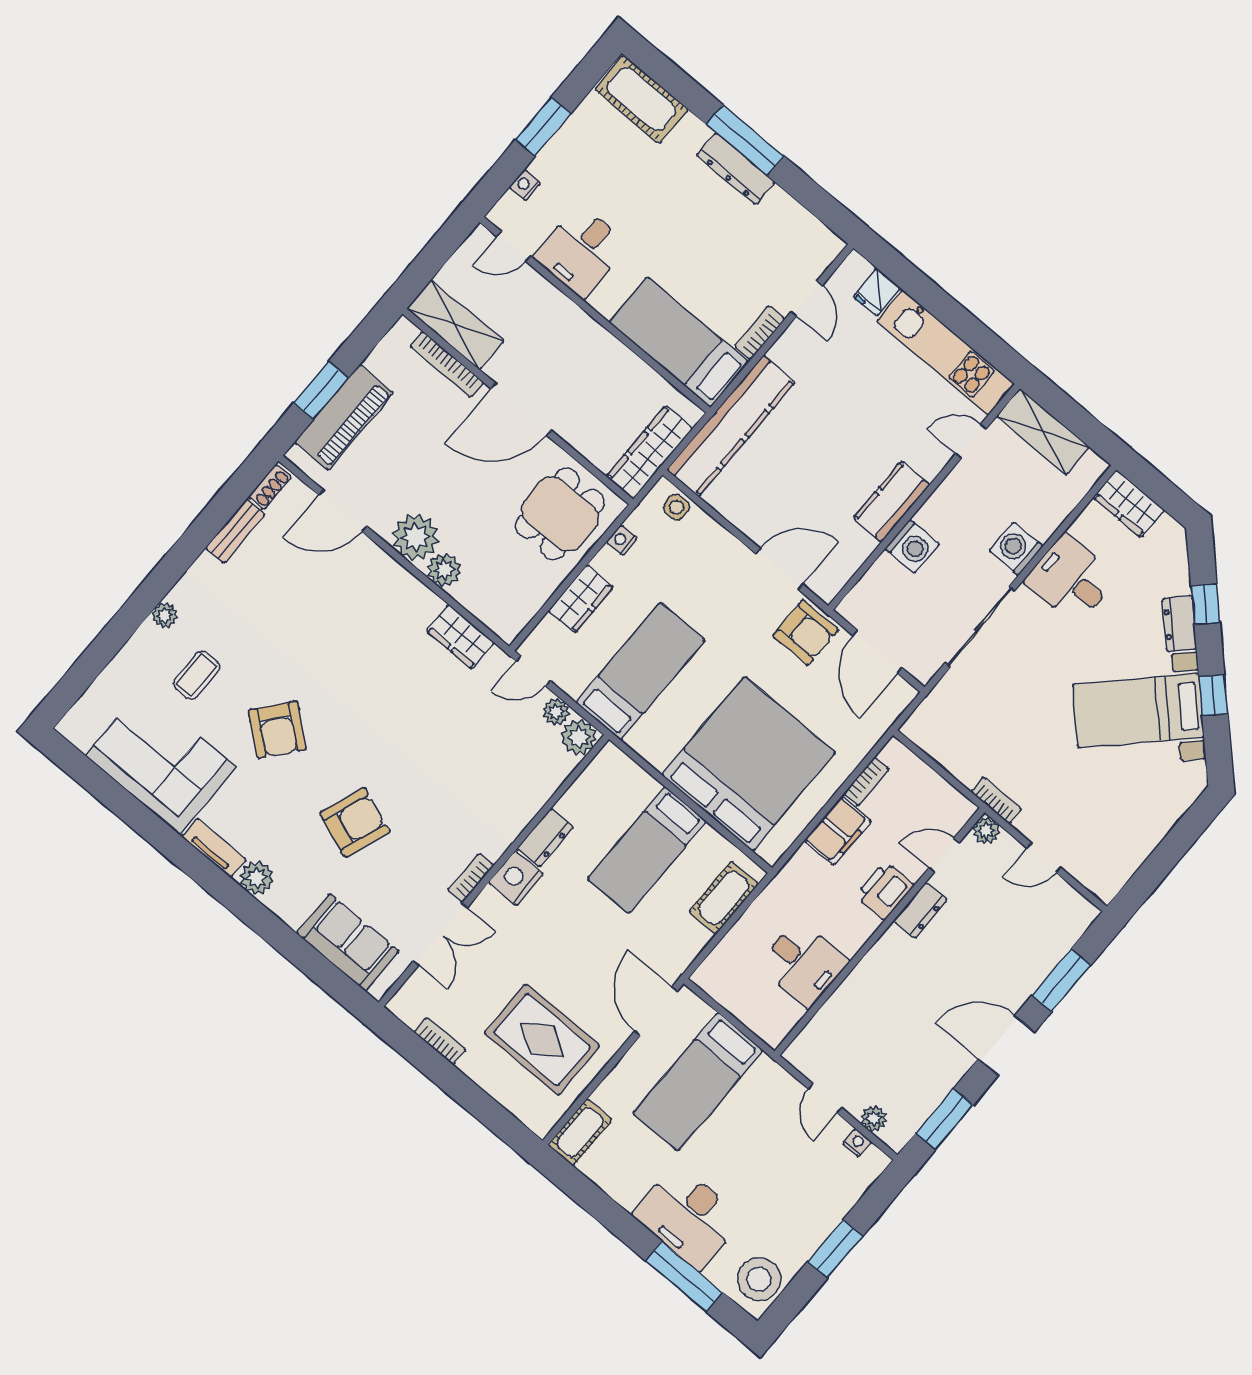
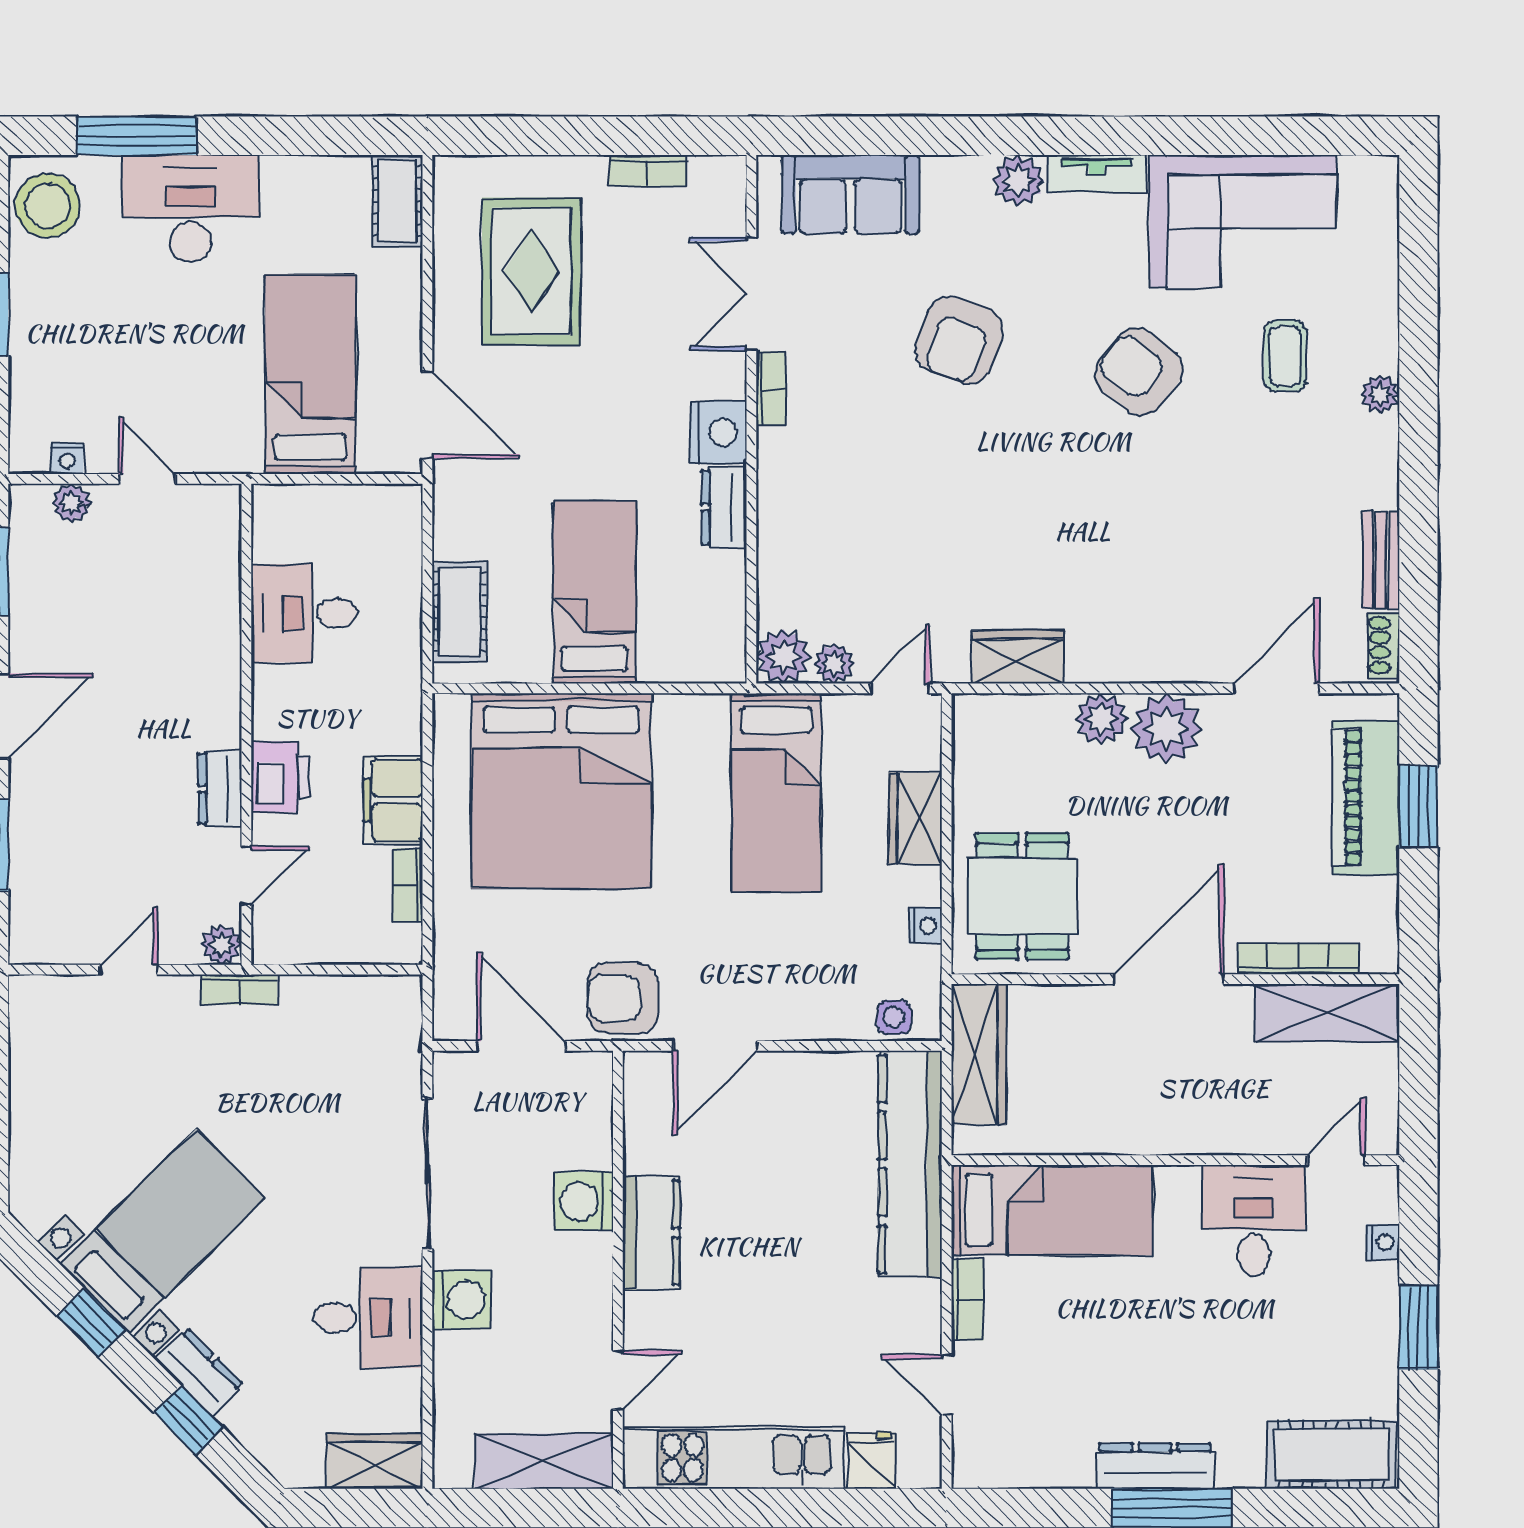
rug: (542, 1040) -> (531, 271), turned 90

